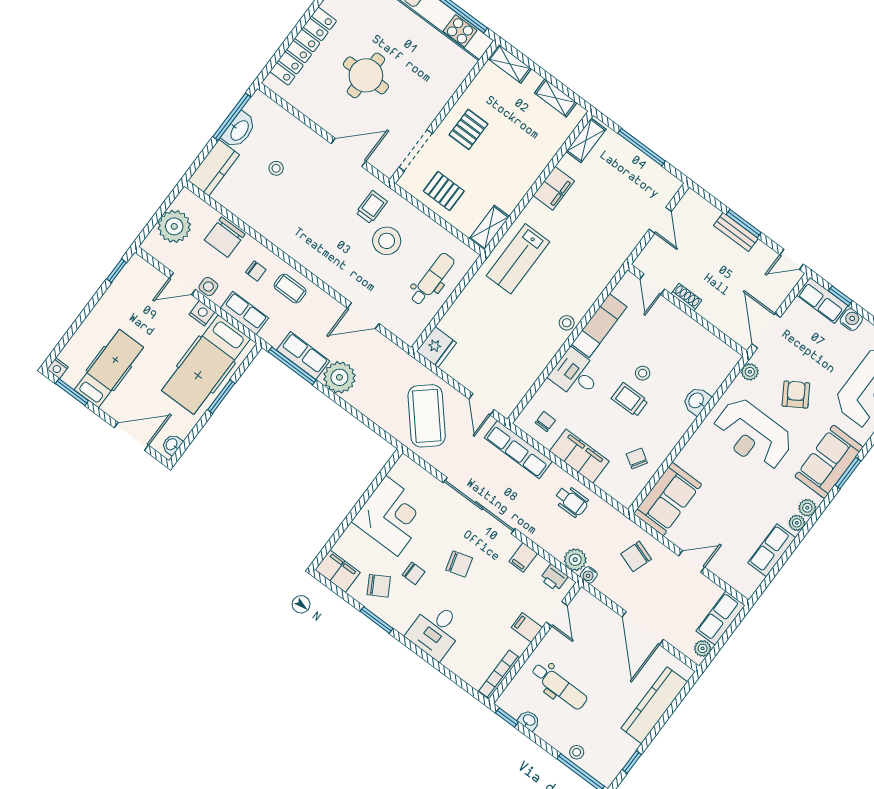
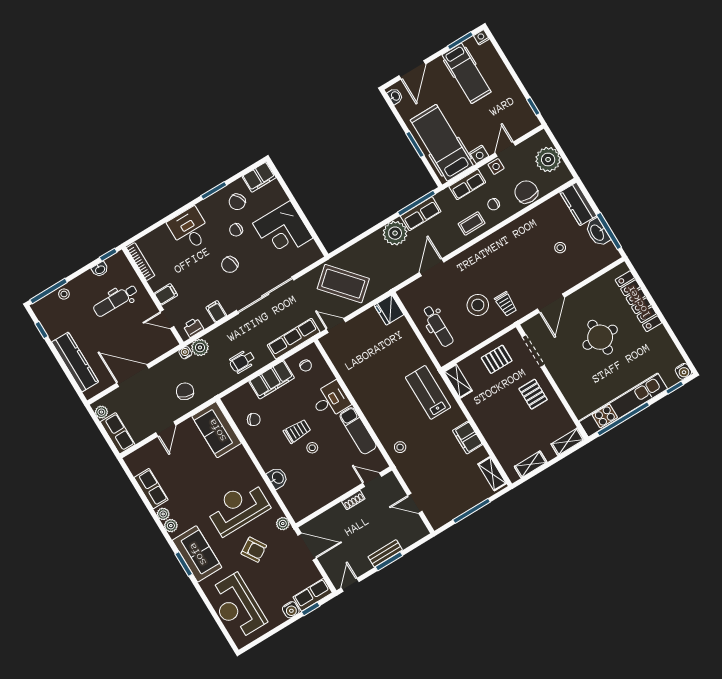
stool: (567, 323) -> (400, 447), moved

